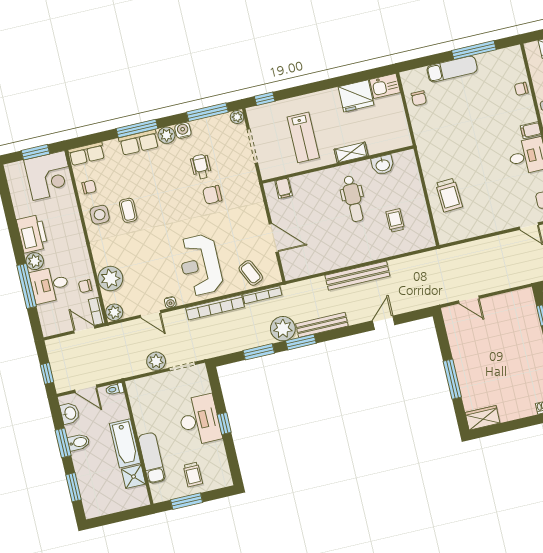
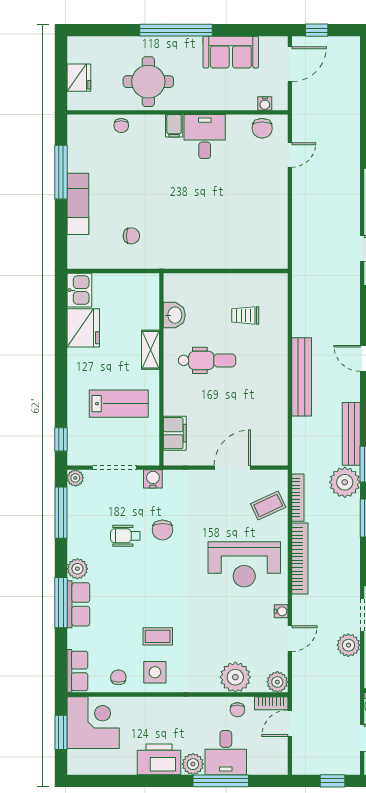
chair: (419, 98) -> (131, 236), moved
water cooler: (183, 130) -> (153, 479), moved, turned 90
filing cabinet: (284, 188) -> (175, 433), width x2.00
trolley: (449, 195) -> (230, 243), removed

